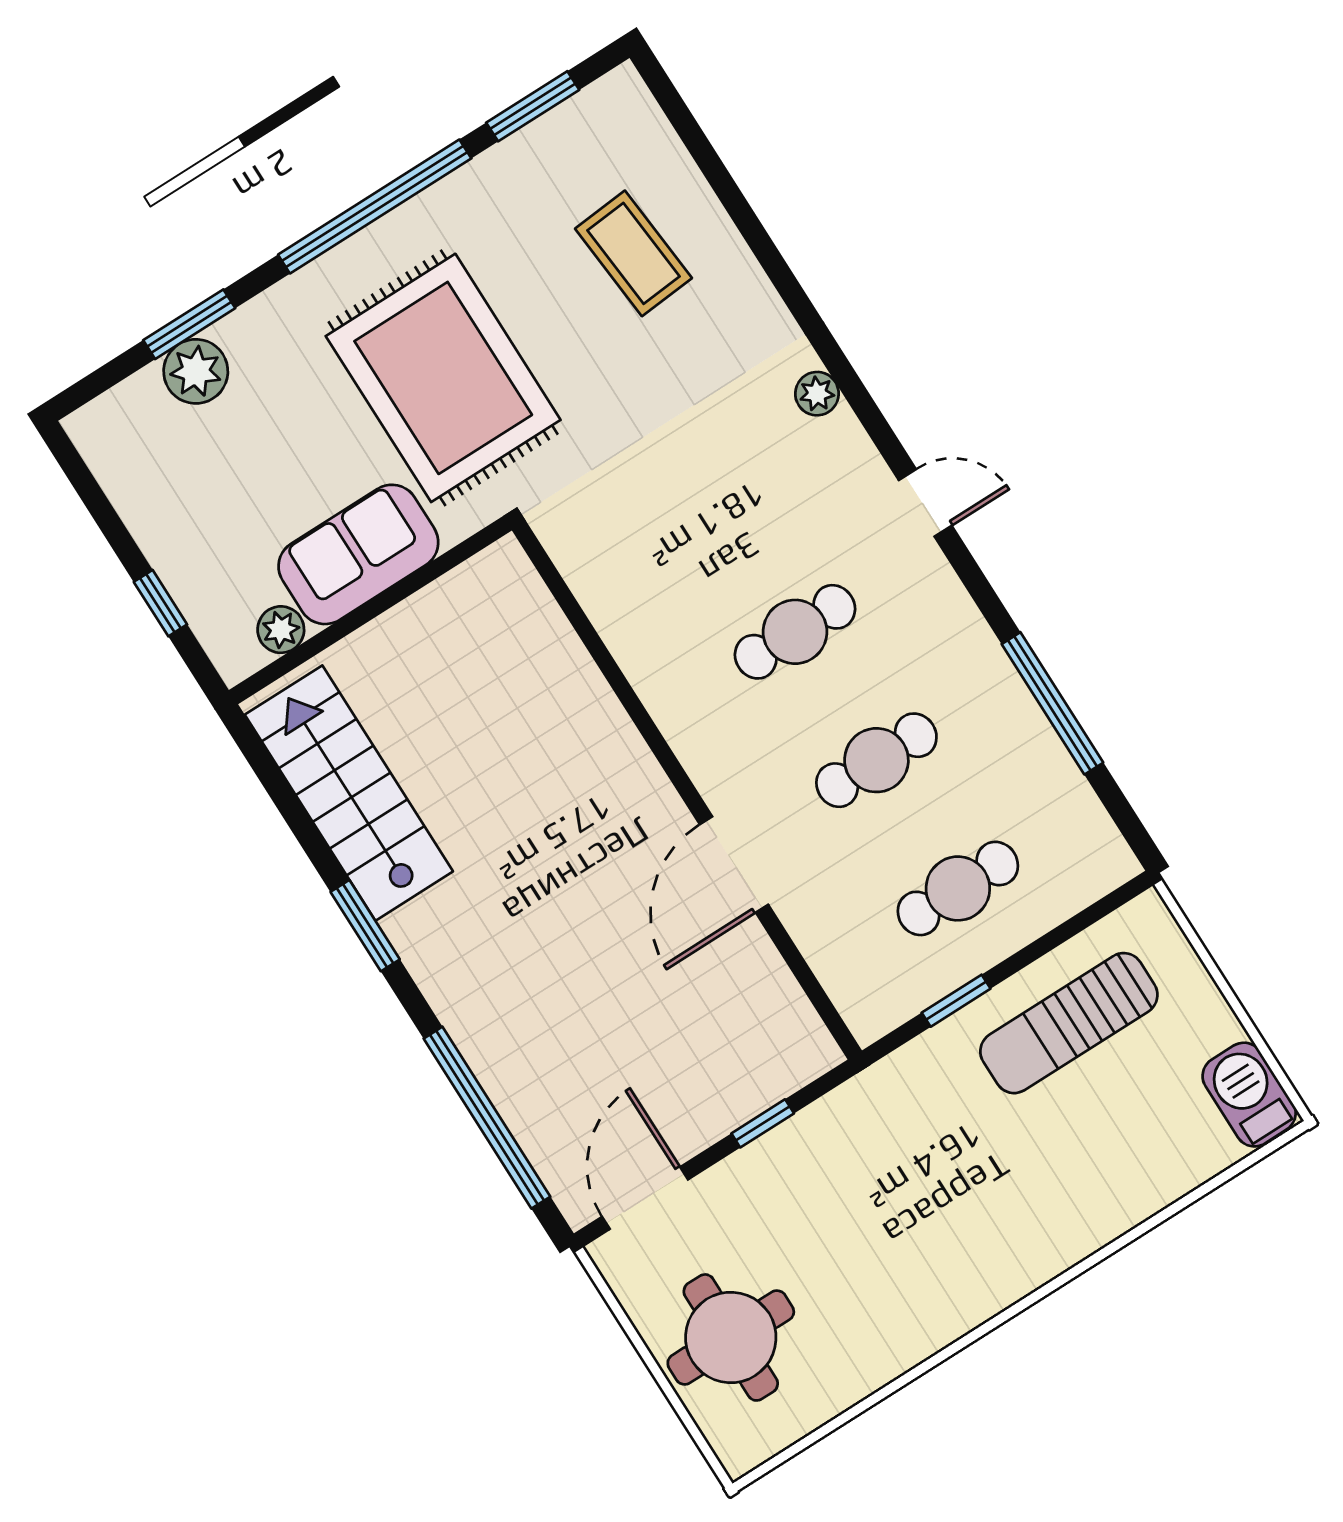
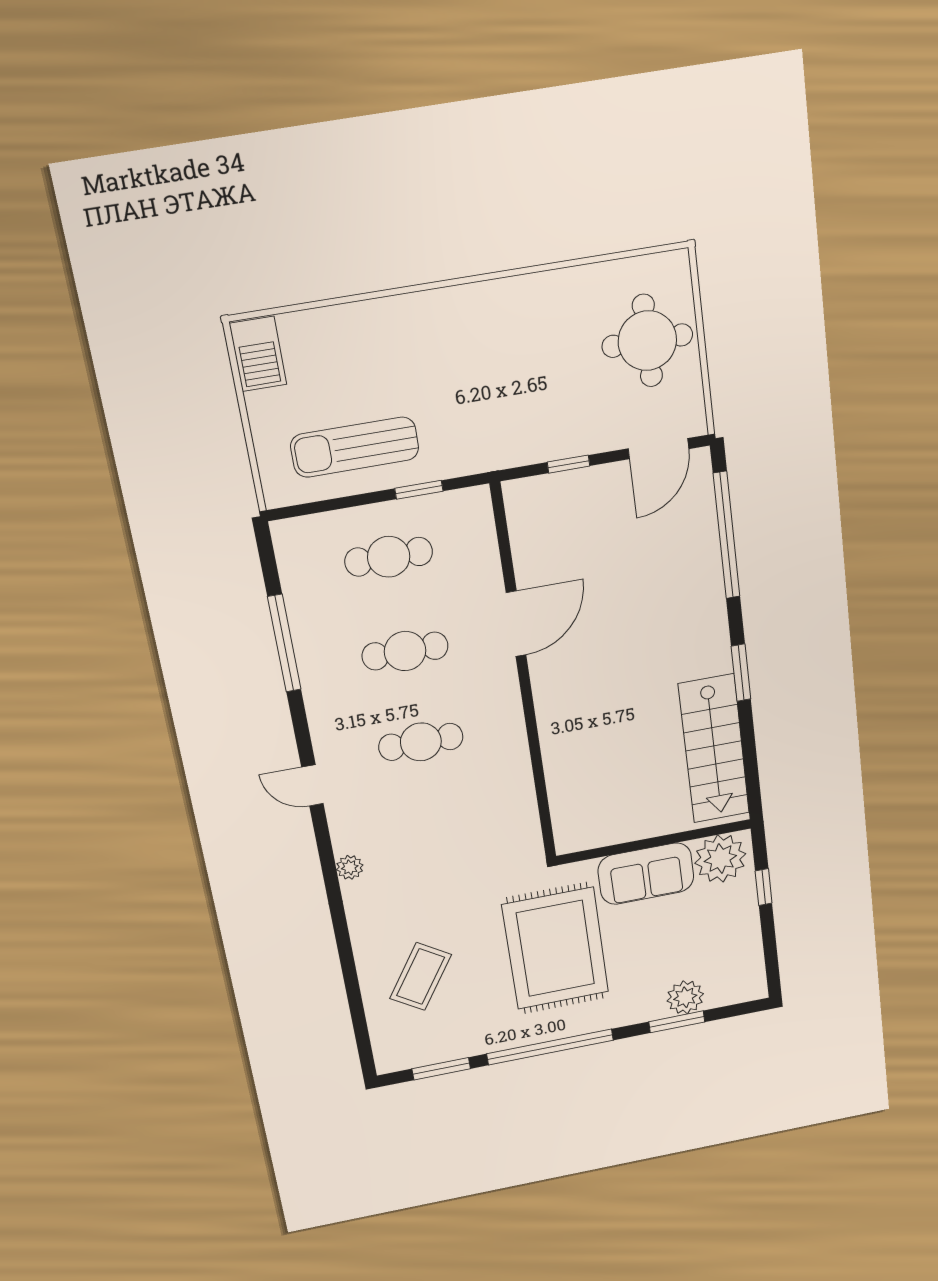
coffee table: (633, 253) -> (421, 976), turned 38
plant: (281, 630) -> (720, 859), width x1.88, depth x1.88
sun lounger: (1069, 1023) -> (355, 447), turned 180

